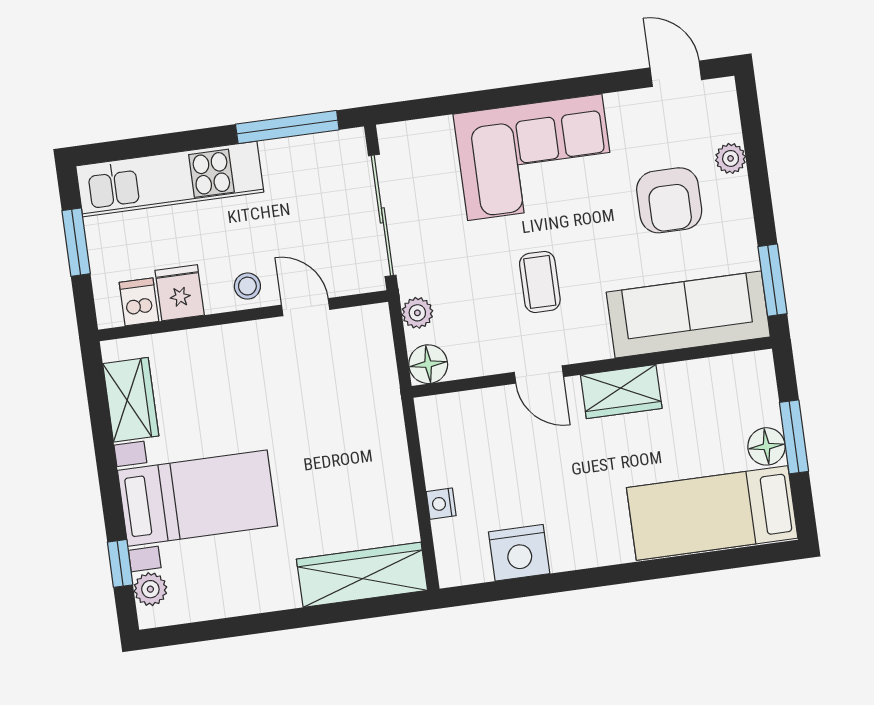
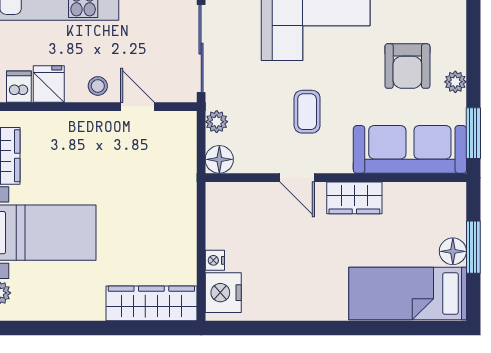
plant: (731, 158) -> (455, 82), moved
nightstand: (519, 553) -> (223, 293), moved, turned 90

